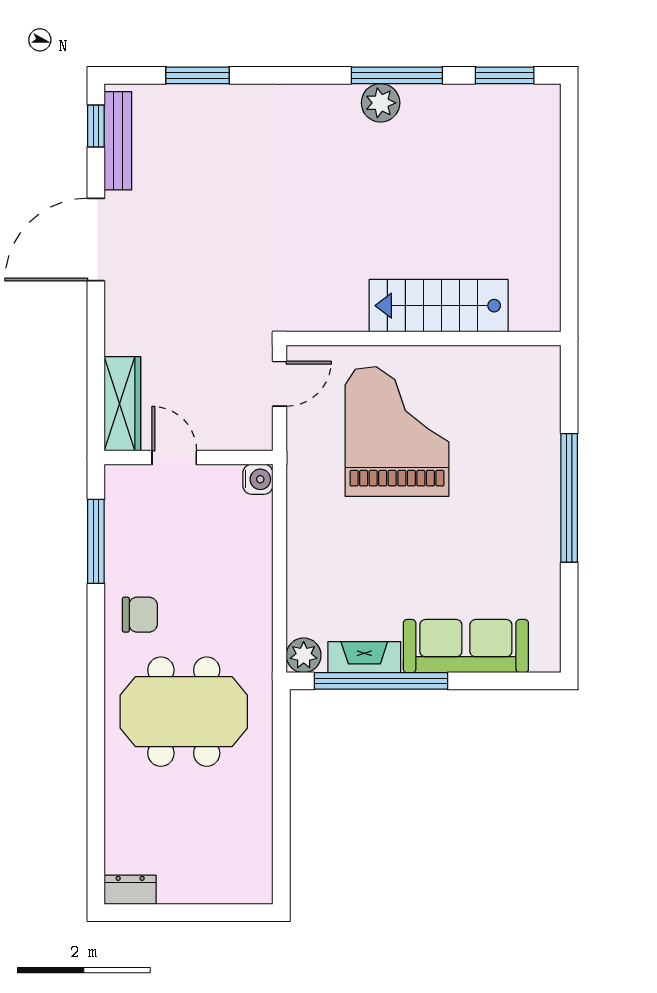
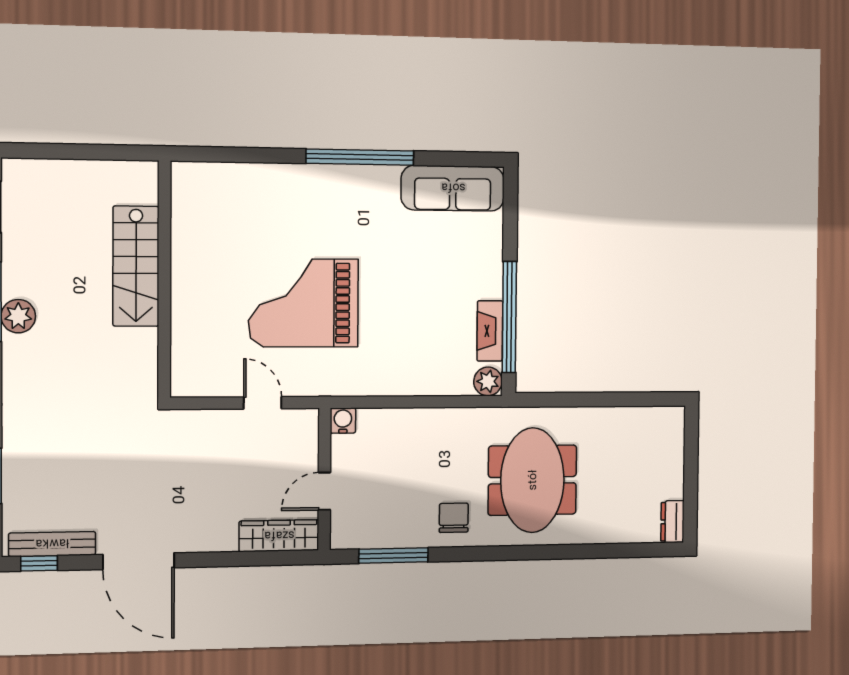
stairs: (439, 306) -> (136, 266), moved
wall: (424, 338) -> (164, 279), moved
sofa: (466, 646) -> (453, 188), moved, turned -90

